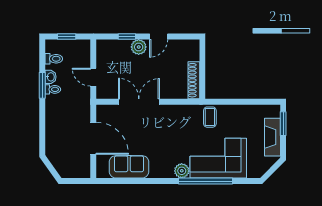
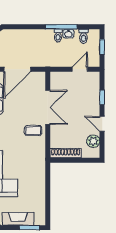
plant: (139, 47) -> (93, 141), moved
door: (93, 77) -> (80, 69), moved
window: (42, 85) -> (61, 27), width x1.44
coffee table: (210, 117) -> (33, 131), moved

